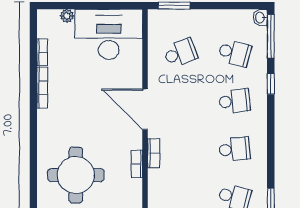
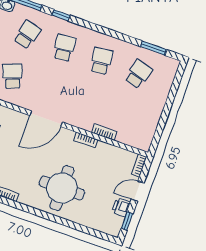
bookcase: (154, 153) -> (104, 132), moved
round table: (76, 175) -> (62, 188), moved

